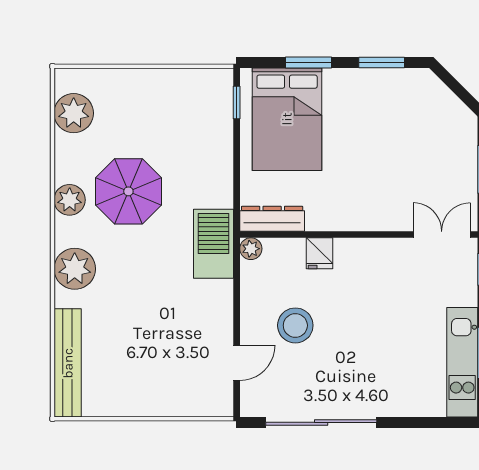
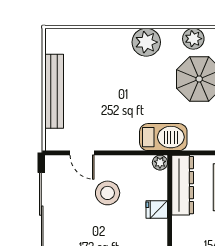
dresser: (272, 219) -> (183, 185), width x1.37, depth x1.24
bench: (68, 363) -> (54, 91), moved, turned 90

